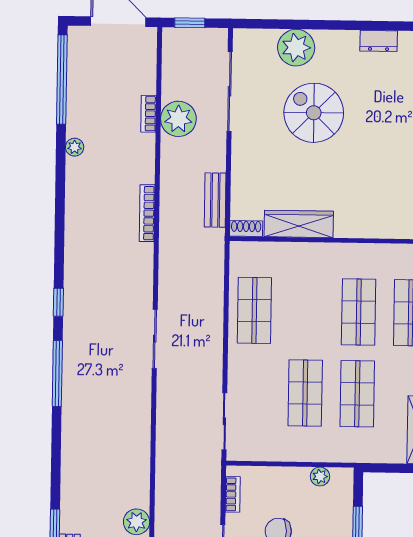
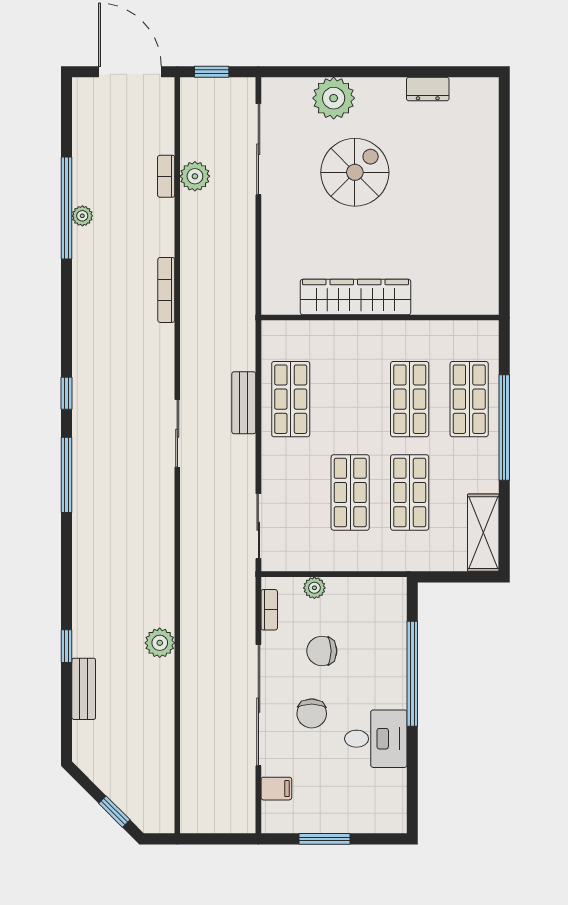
window: (62, 80) -> (67, 208), moved
spiral stairs: (314, 113) -> (355, 172), turned 90
plant: (178, 119) -> (195, 176), width x0.73, depth x0.73
bench: (215, 200) -> (244, 403), moved
wardrobe: (299, 224) -> (356, 297), width x1.40, depth x1.17
shoe rack: (246, 229) -> (280, 306), removed
plant: (320, 477) -> (314, 588), moved

